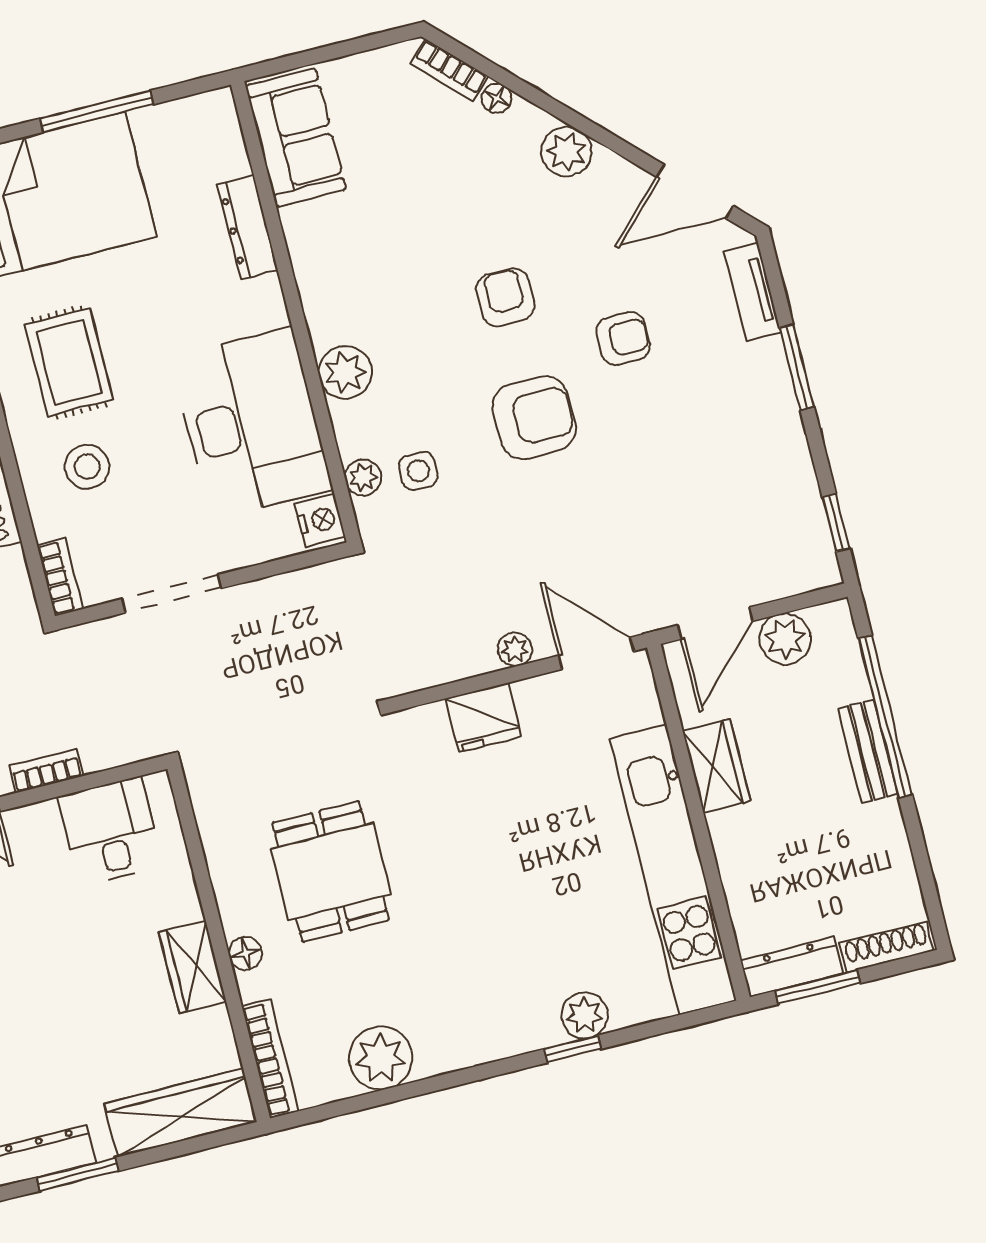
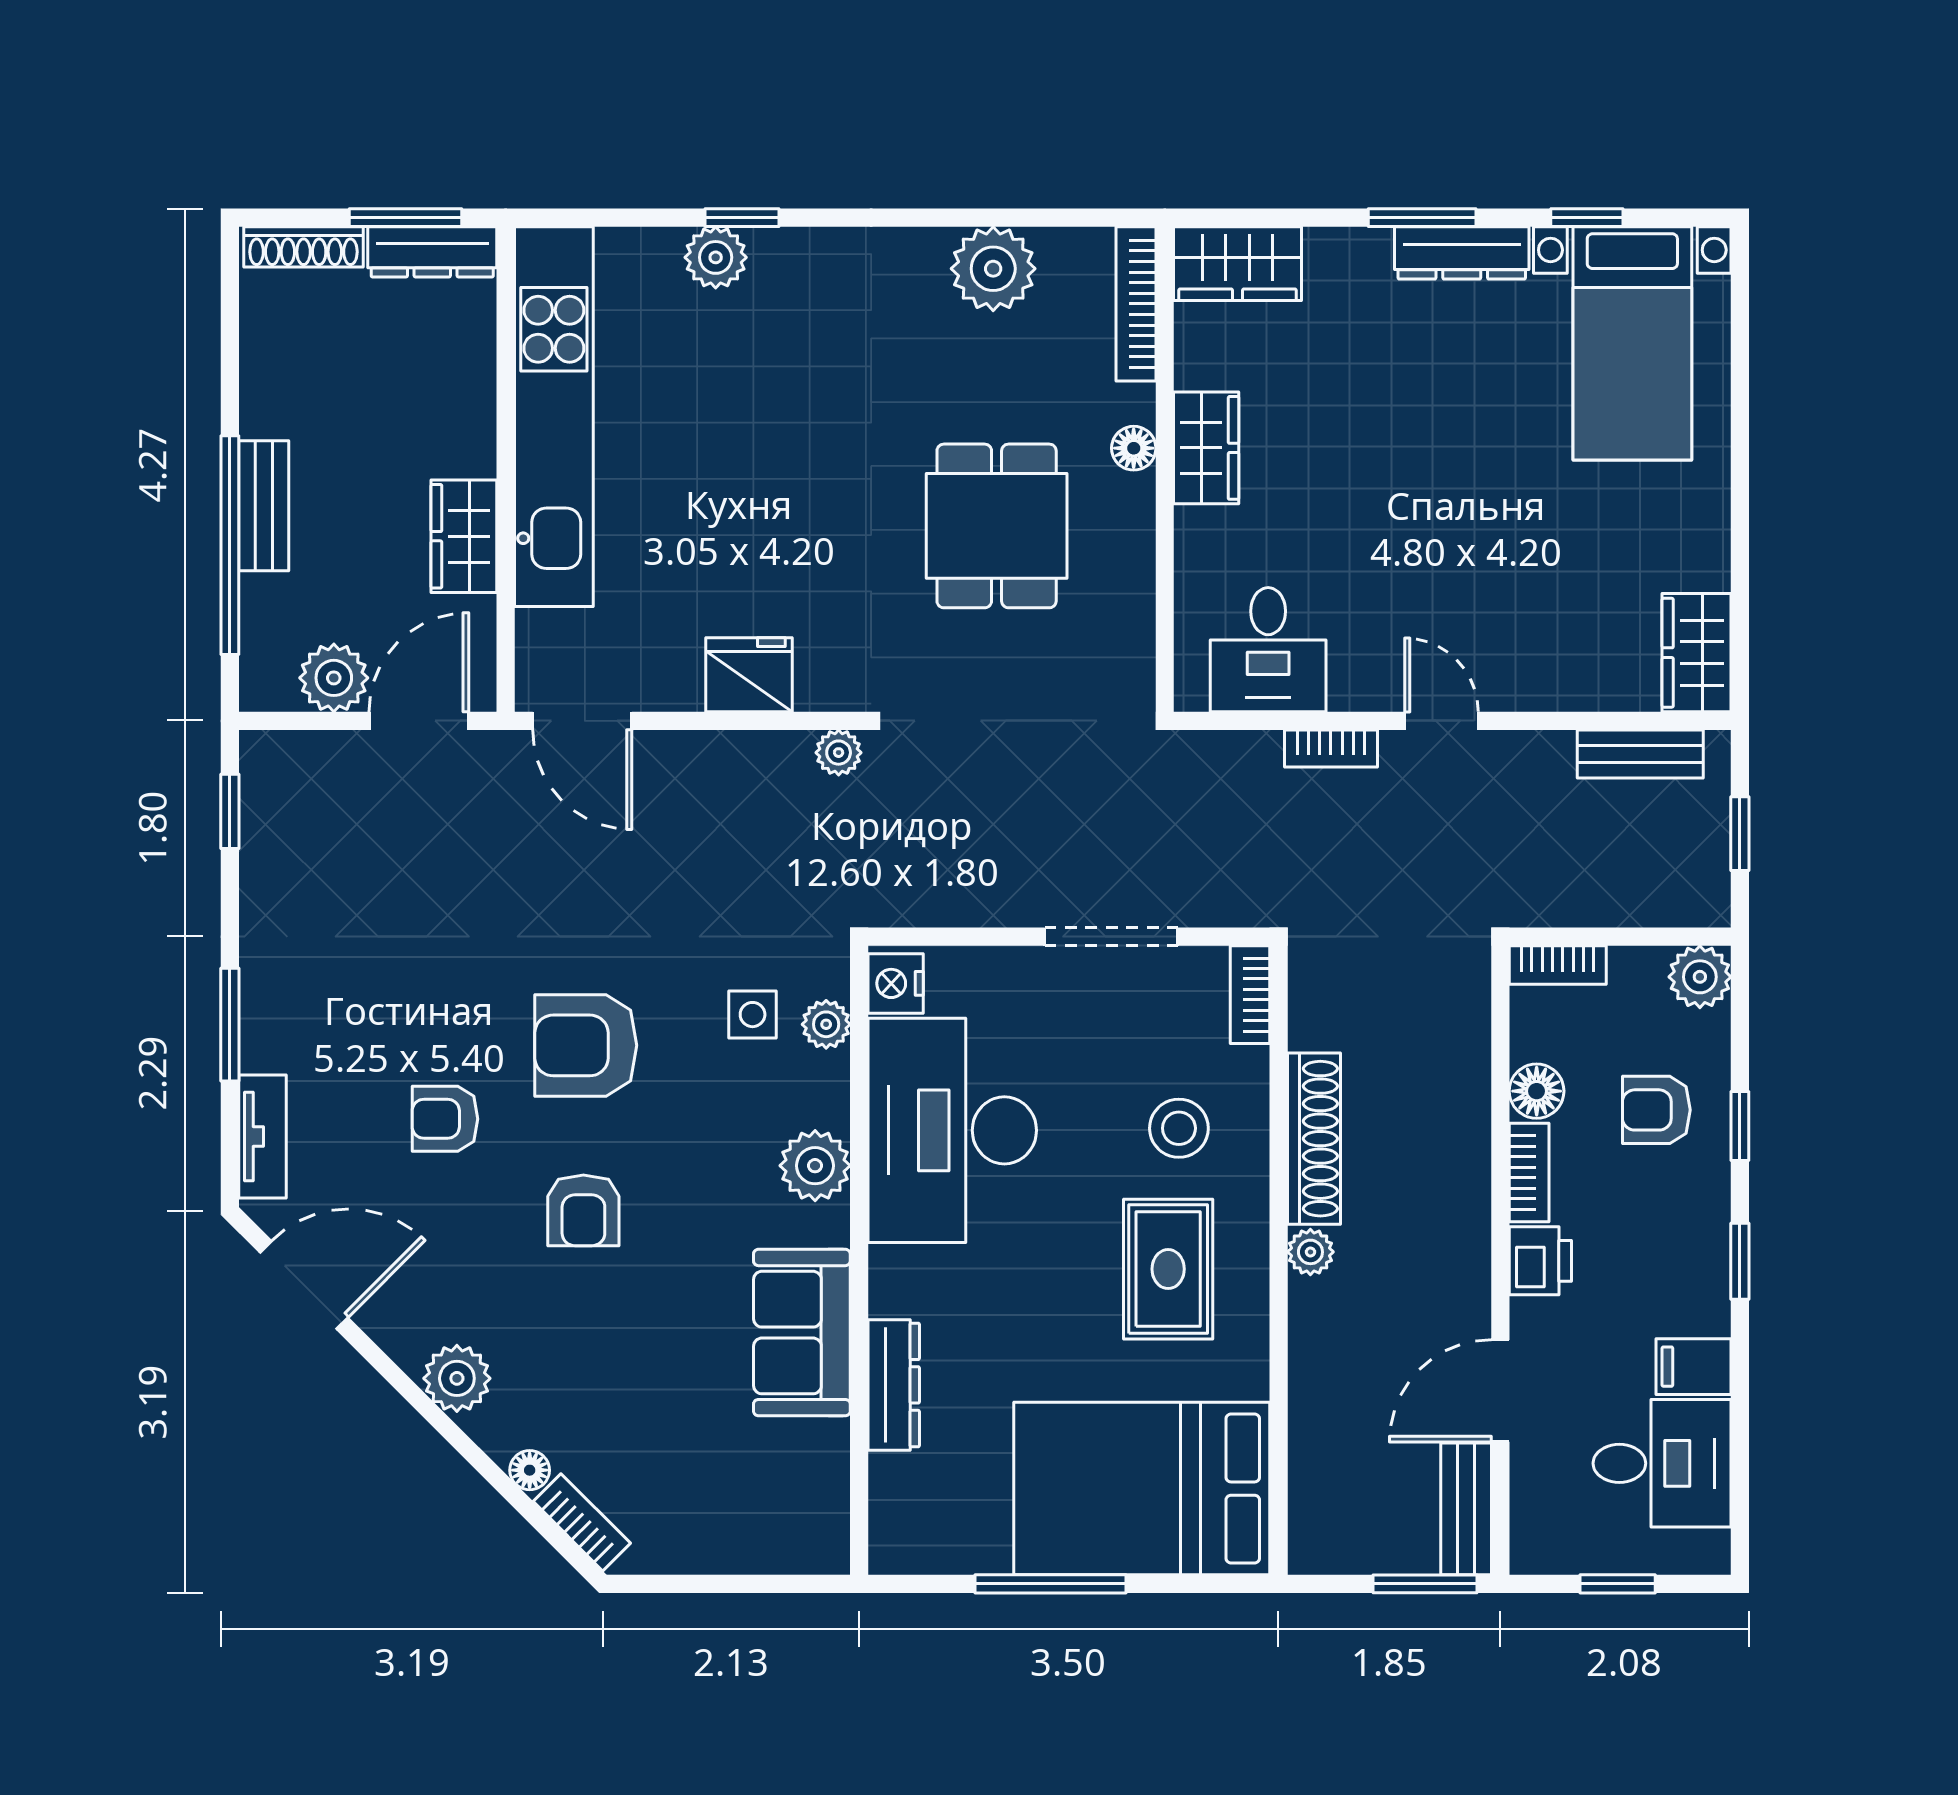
sofa: (296, 138) -> (802, 1333), moved
plant: (515, 649) -> (839, 753), moved
wardrobe: (180, 1113) -> (1237, 264), width x0.67

